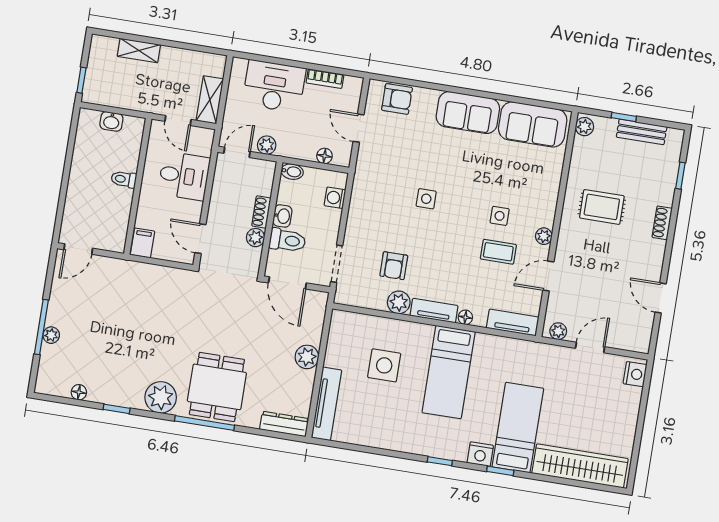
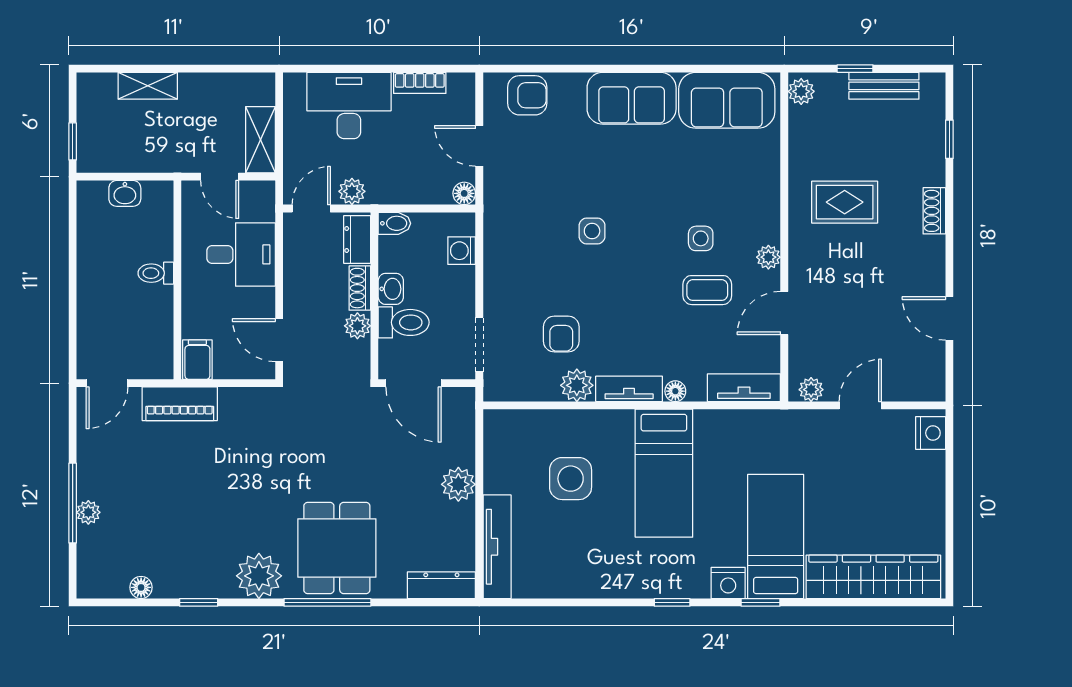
floor lamp: (324, 156) -> (464, 193), moved
dresser: (265, 179) -> (357, 239), added
piano: (126, 271) -> (180, 404), added

